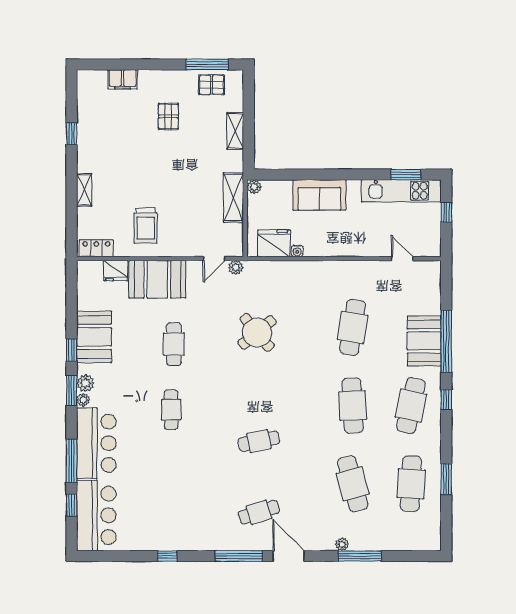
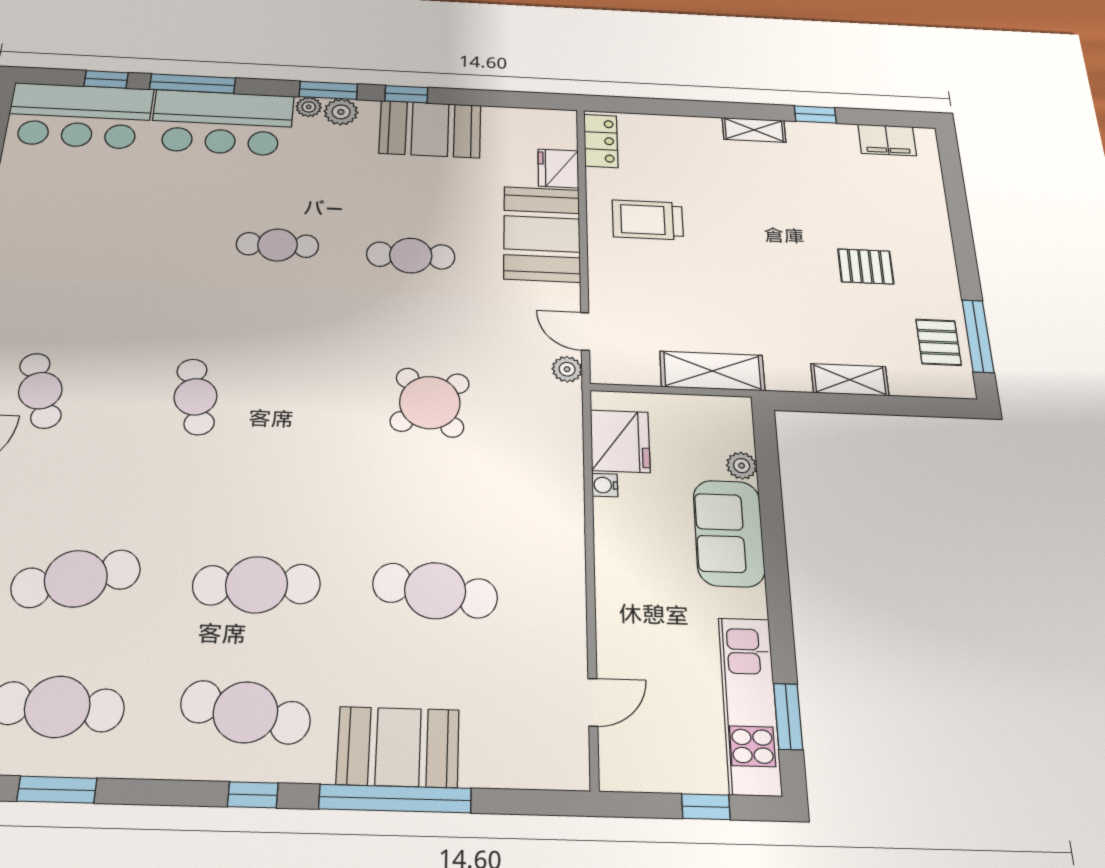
filing cabinet: (123, 79) -> (887, 140), moved, turned -90
plant: (254, 187) -> (742, 466), moved
shelving: (84, 190) -> (754, 130), moved

